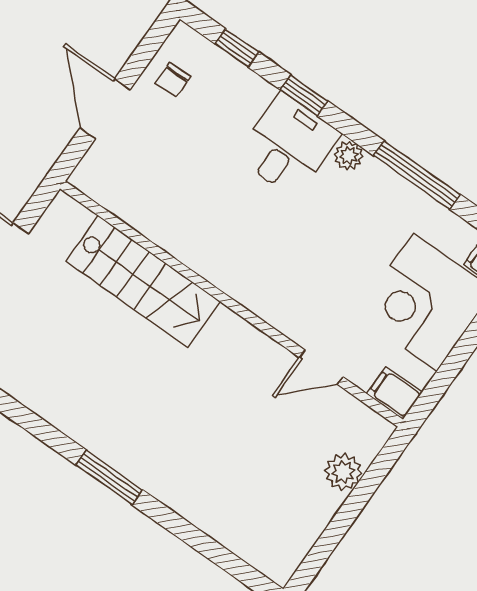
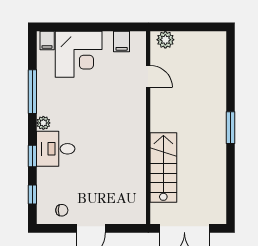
stairs: (143, 281) -> (163, 167), moved
wall: (231, 304) -> (148, 128), moved
door: (321, 367) -> (148, 76), moved

